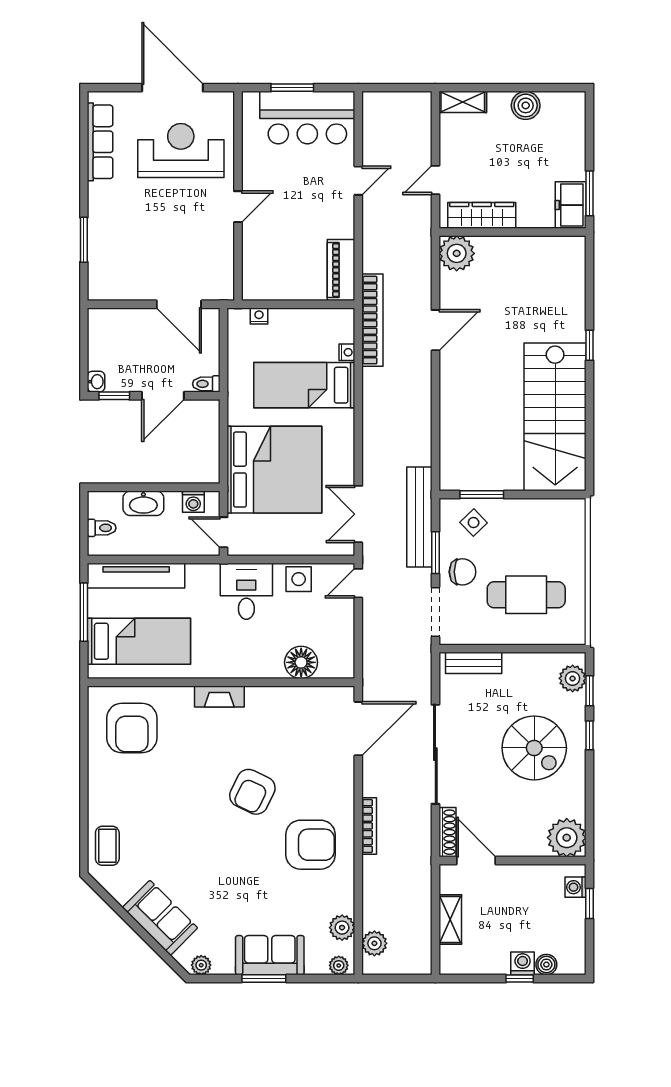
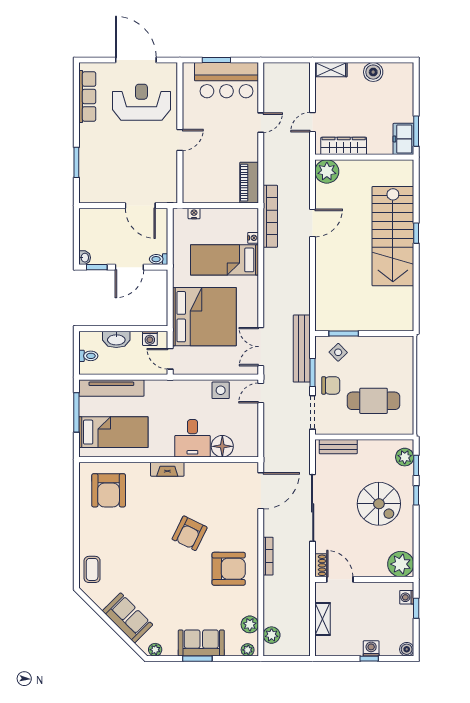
stairs: (555, 417) -> (393, 236), moved
desk: (246, 591) -> (192, 438), moved, turned 180
shoe rack: (447, 832) -> (321, 565), width x0.70
boiler: (546, 965) -> (407, 649), moved

